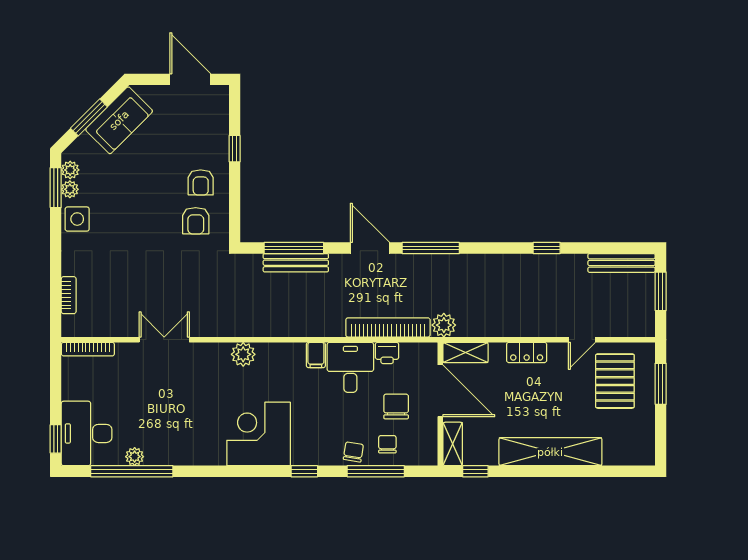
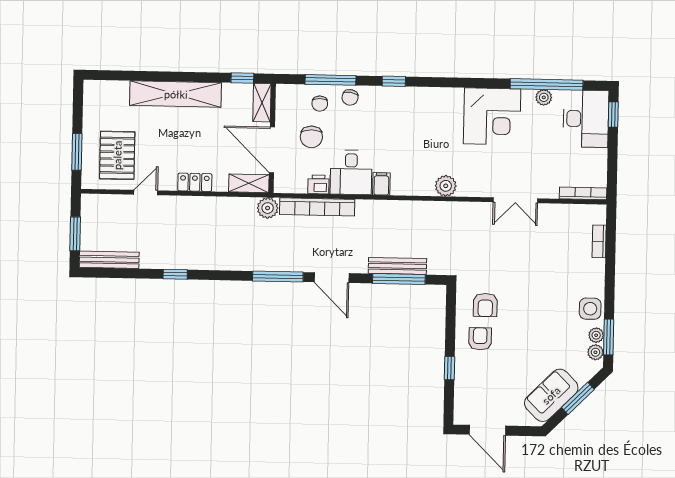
armchair: (196, 221) -> (485, 305), turned 180
corner desk: (259, 434) -> (492, 116), moved

